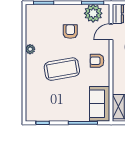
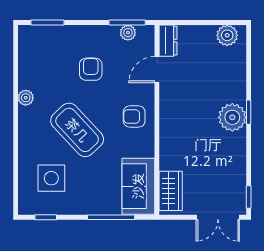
plant: (93, 13) -> (128, 33), width x0.53, depth x0.53
coffee table: (62, 69) -> (77, 130), turned 57
side table: (46, 99) -> (51, 178), added

